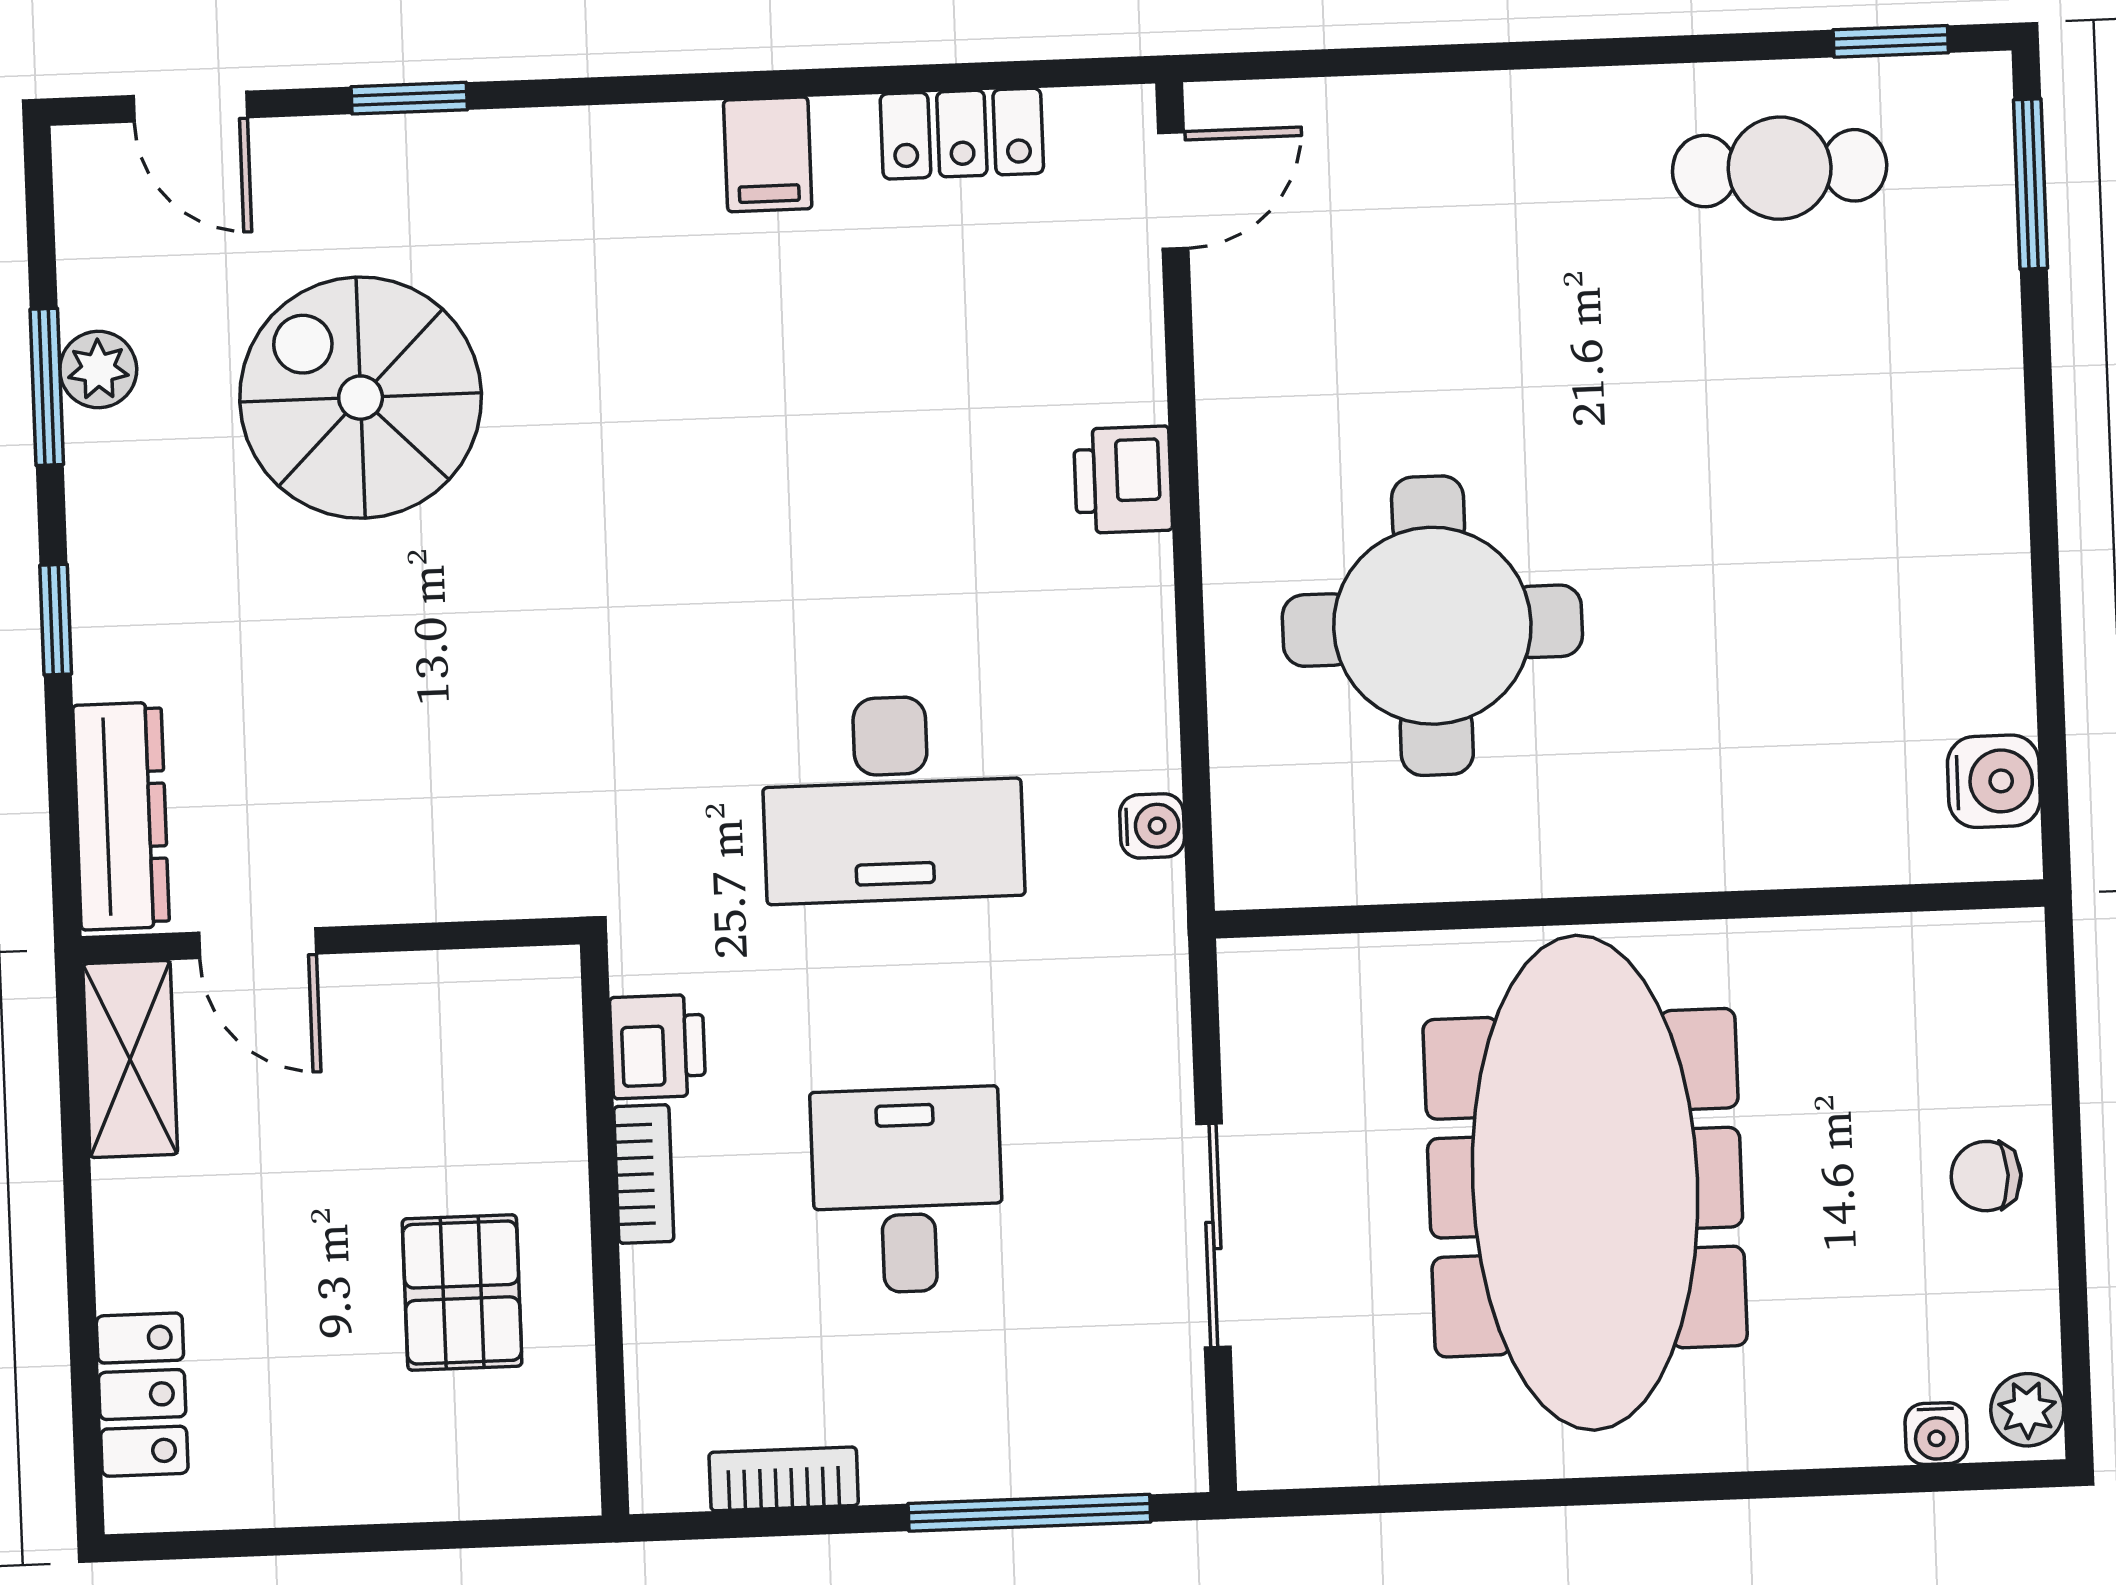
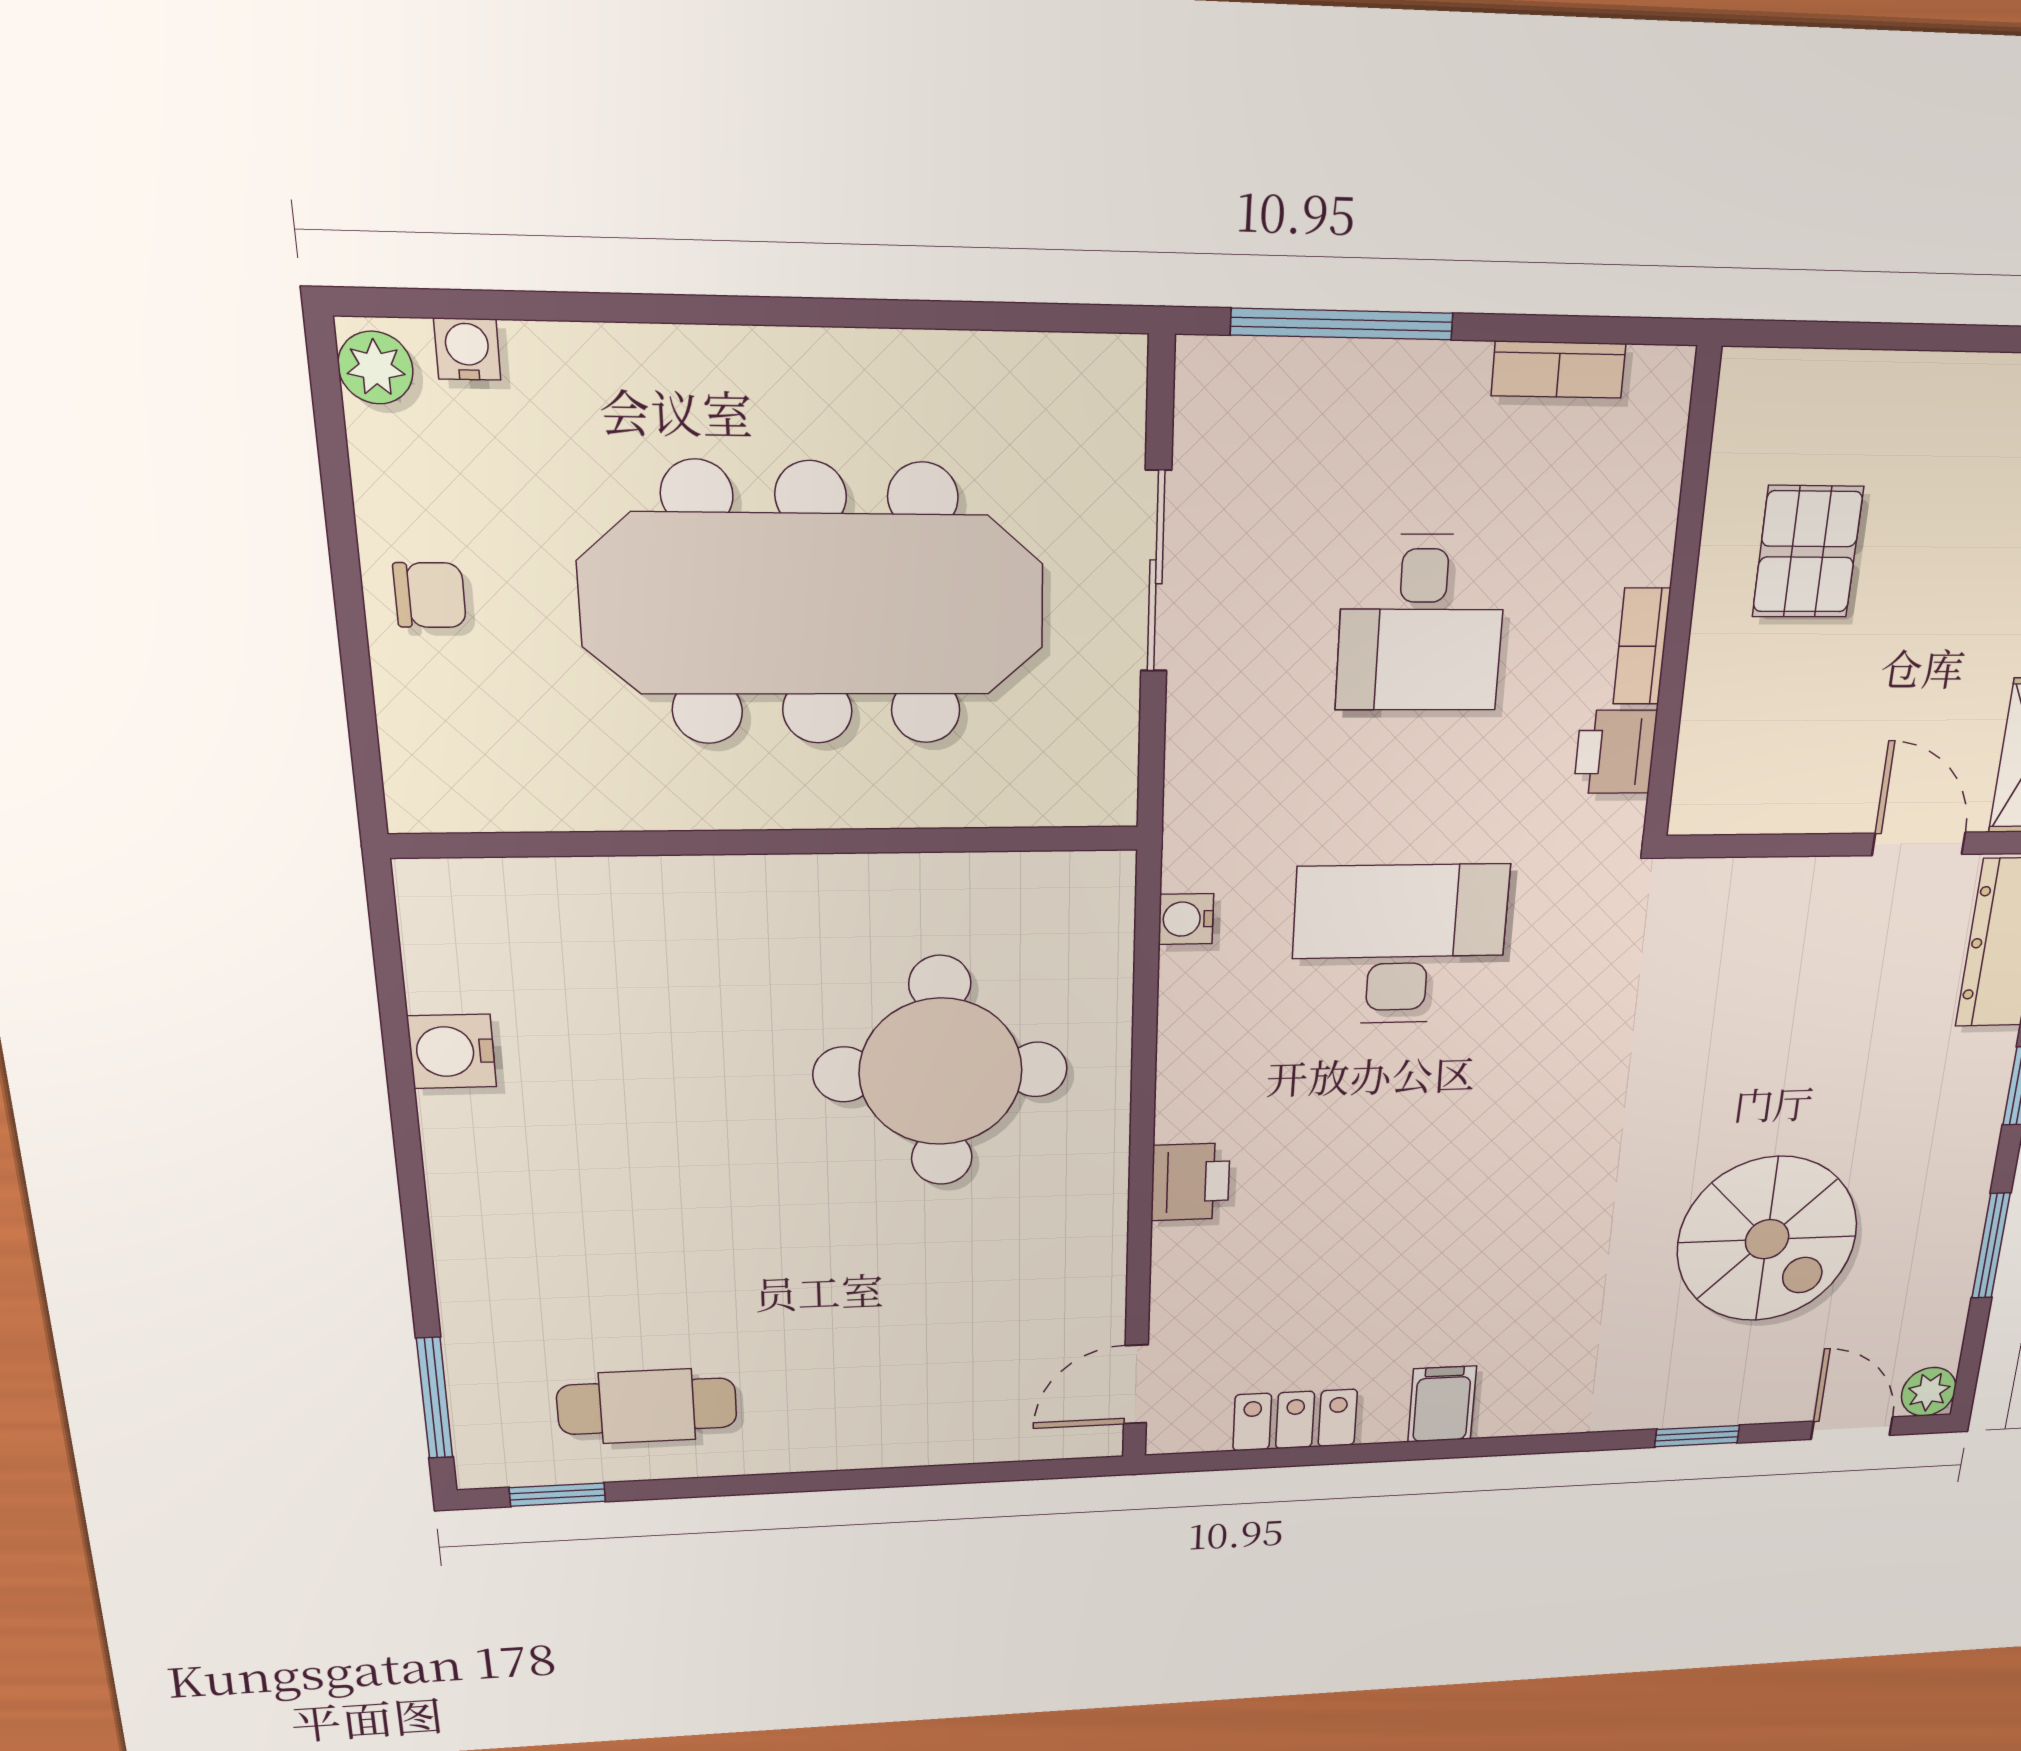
plant: (98, 370) -> (1929, 1392), moved
water cooler: (1994, 781) -> (452, 1051), moved
meeting table: (1585, 1183) -> (814, 605), turned 90

